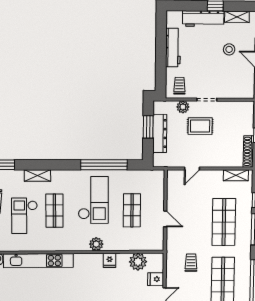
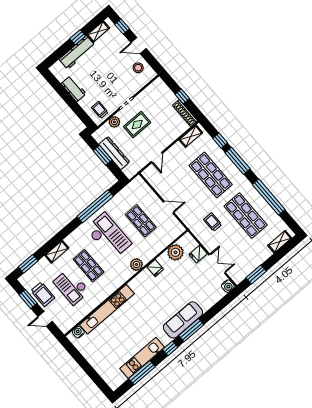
workbench: (173, 48) -> (74, 89), width x0.73
stool: (229, 49) -> (138, 68), moved

